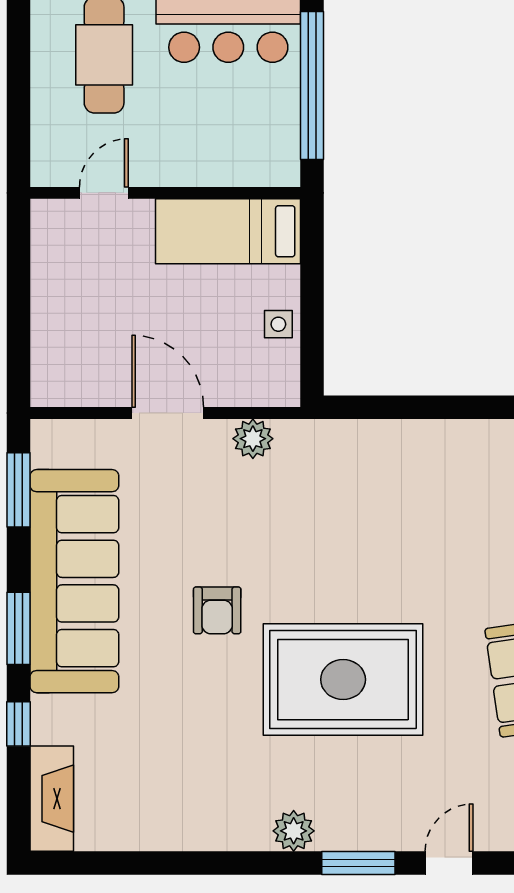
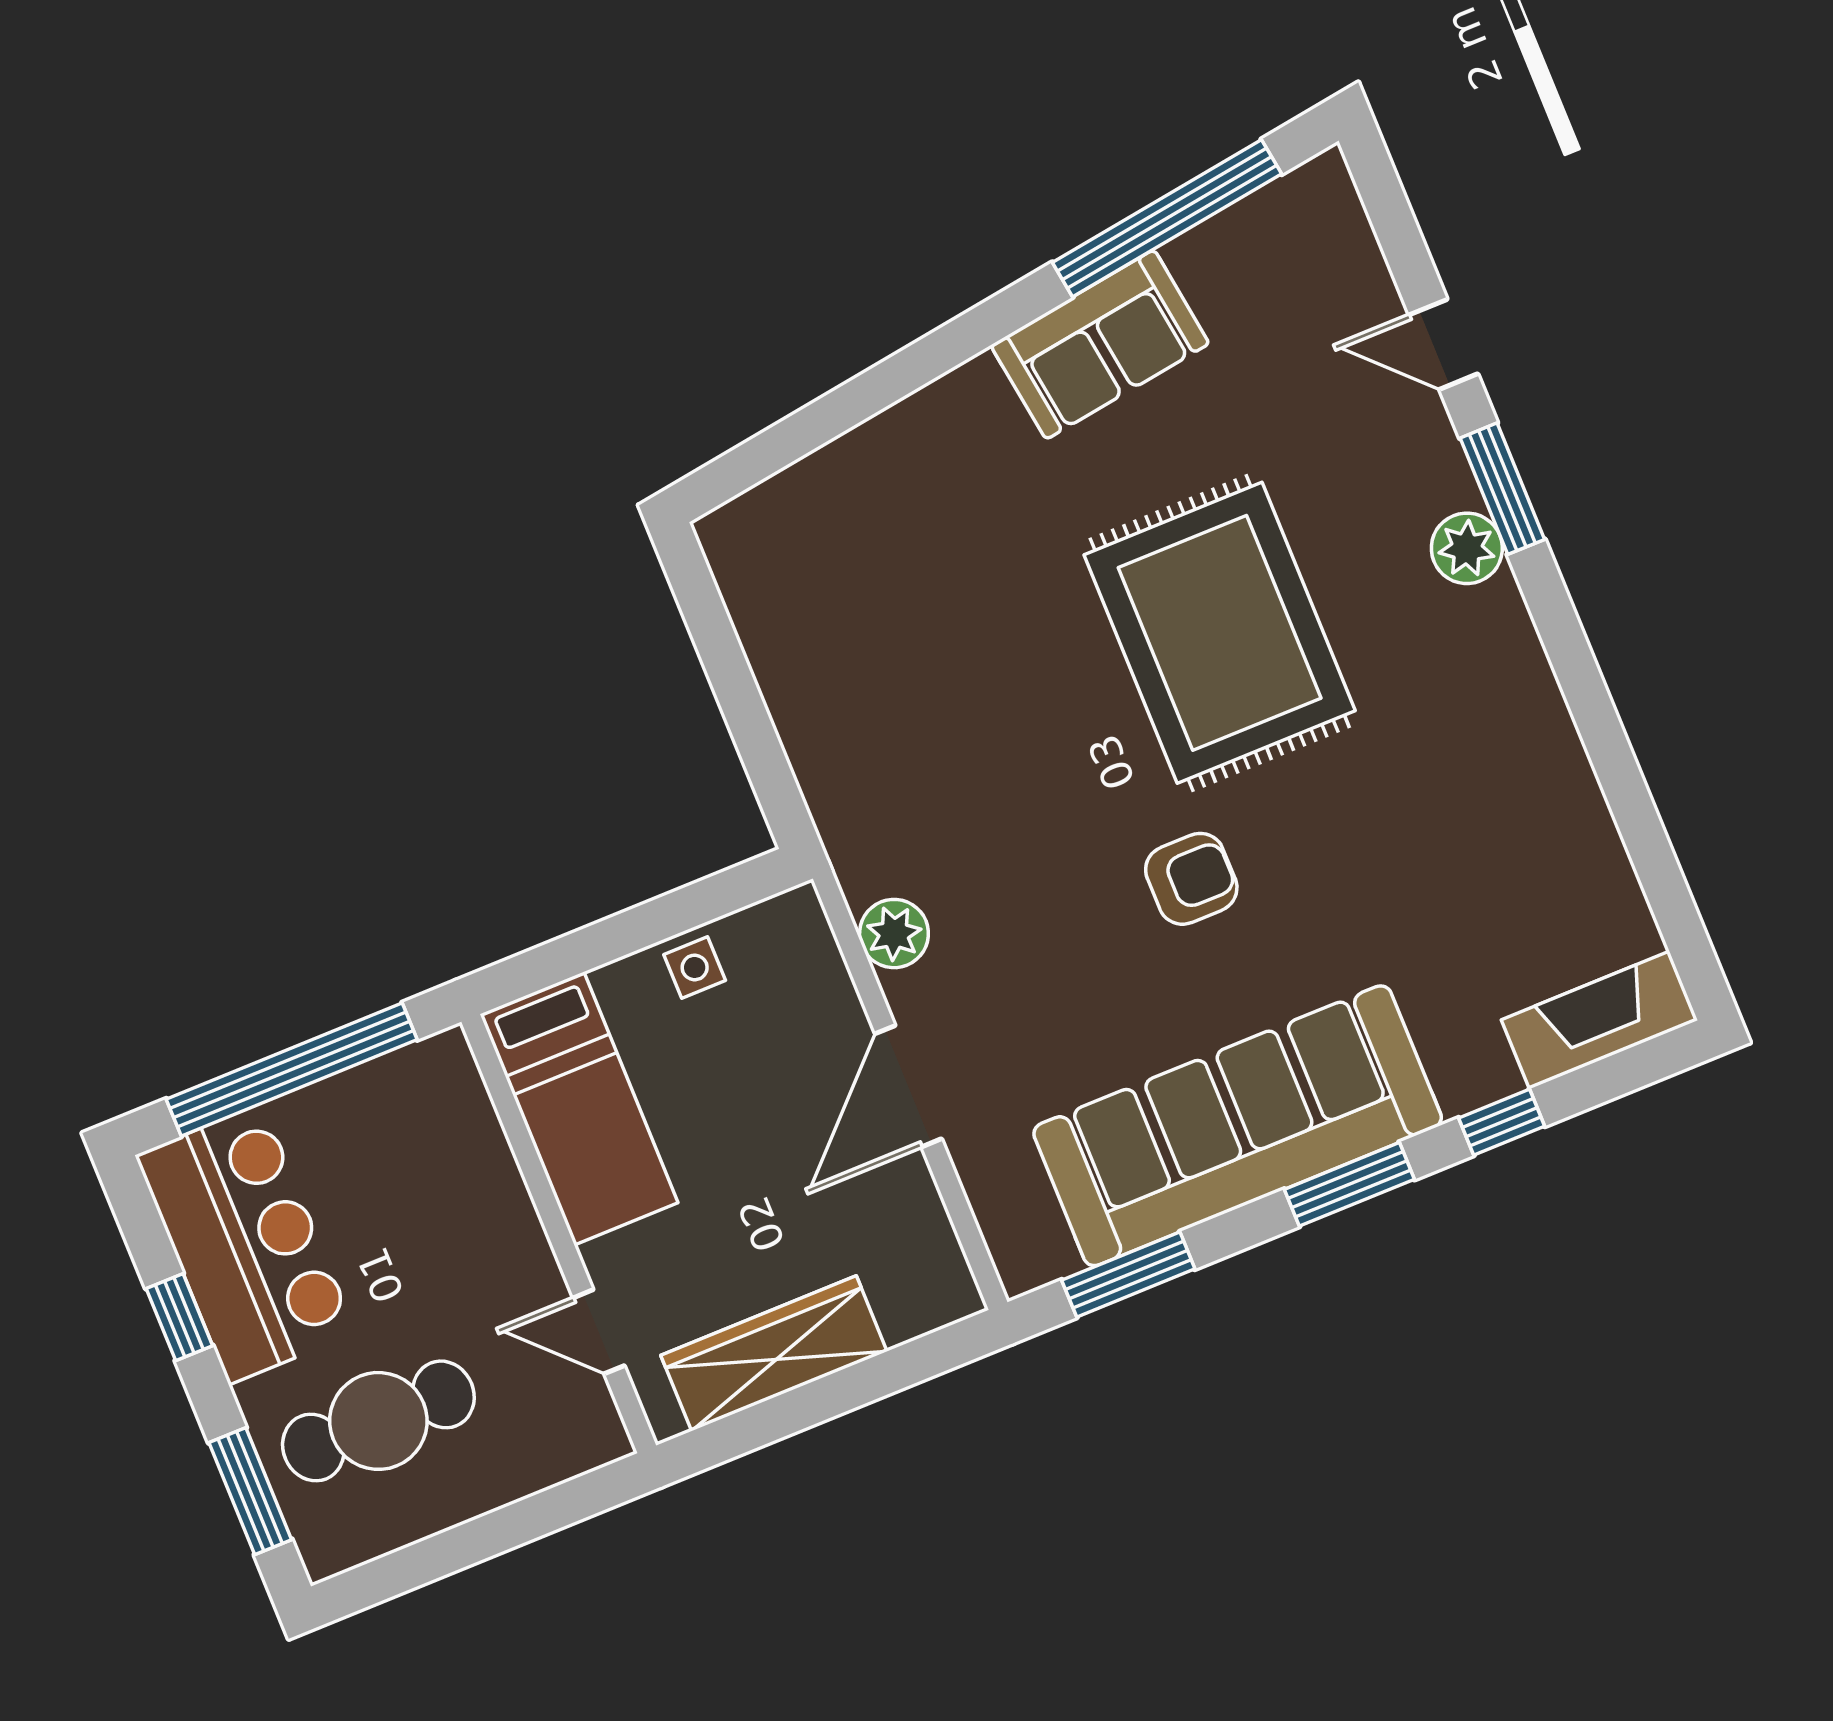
wardrobe: (54, 282) -> (774, 1353), added
plant: (294, 831) -> (1467, 548), moved

